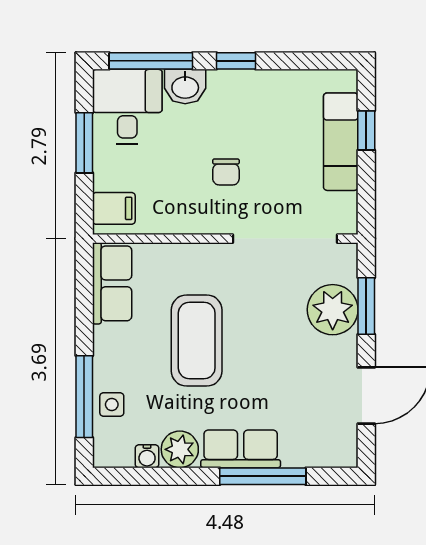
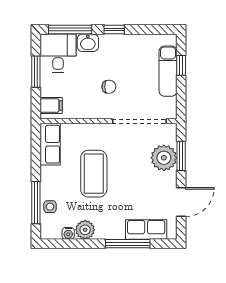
chair: (226, 172) -> (109, 87), turned -90
row of seats: (241, 449) -> (146, 230), moved

